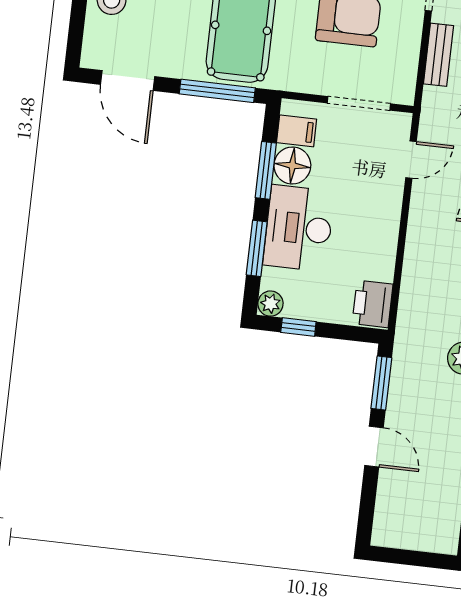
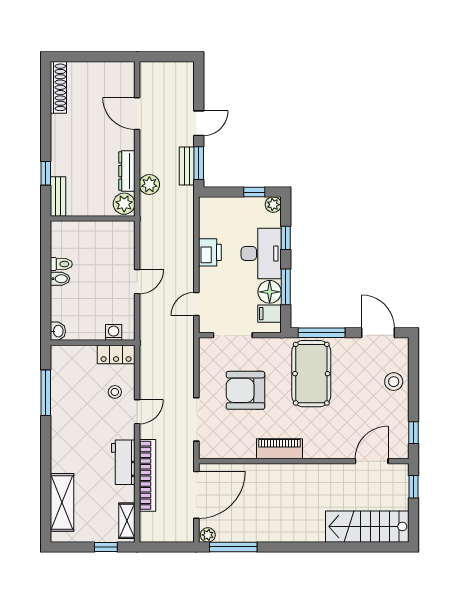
bench: (439, 55) -> (187, 166), moved
window: (257, 248) -> (286, 238), width x0.67
printer: (373, 304) -> (210, 252), moved
door: (374, 447) -> (199, 123), swing flipped

